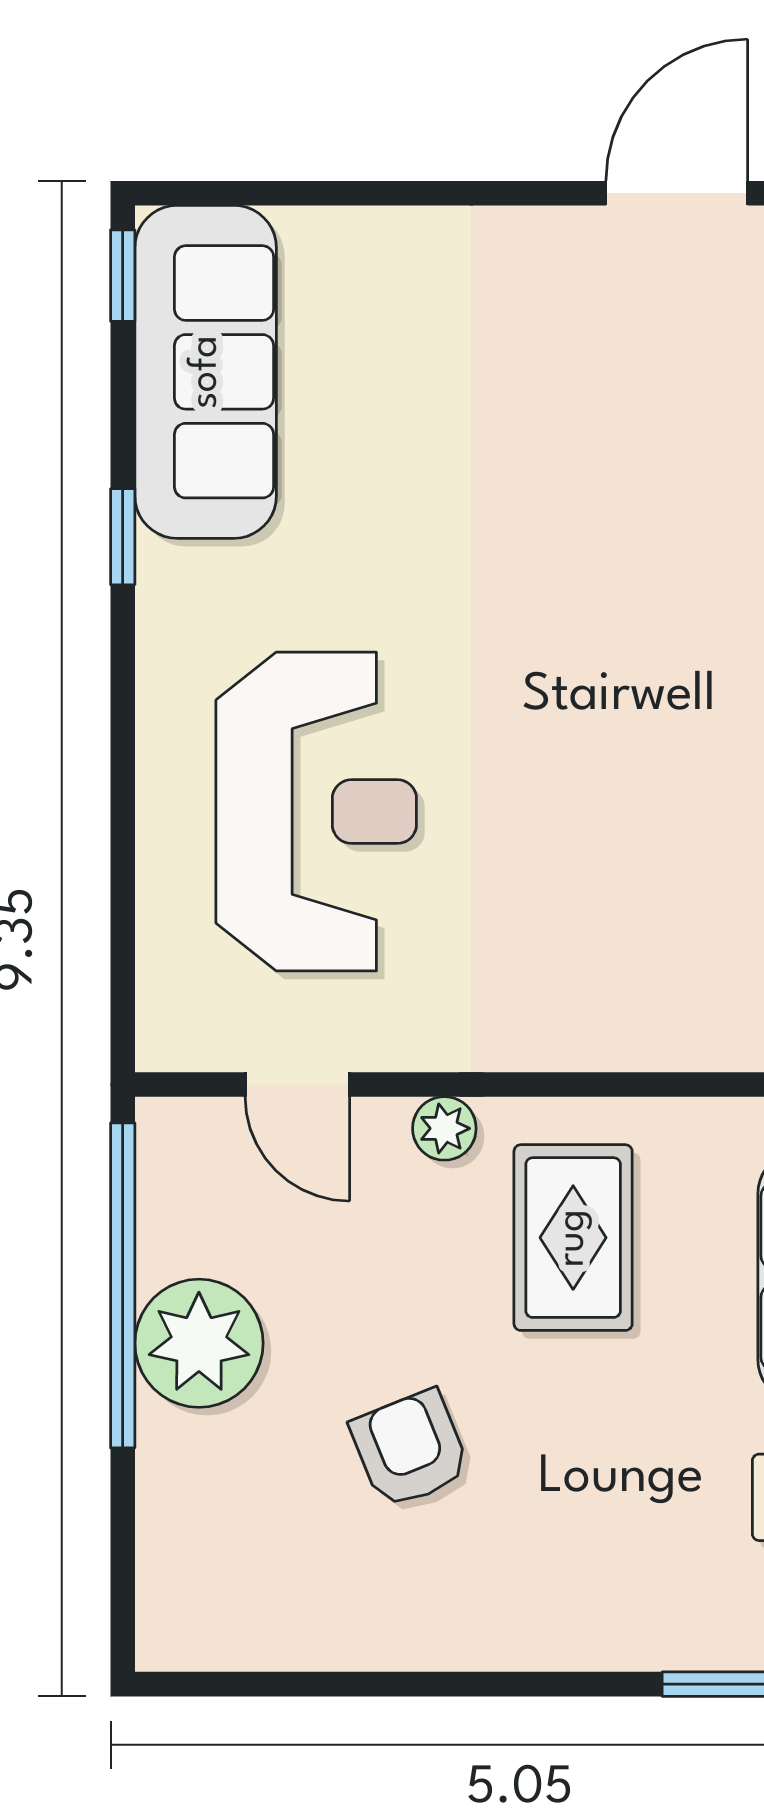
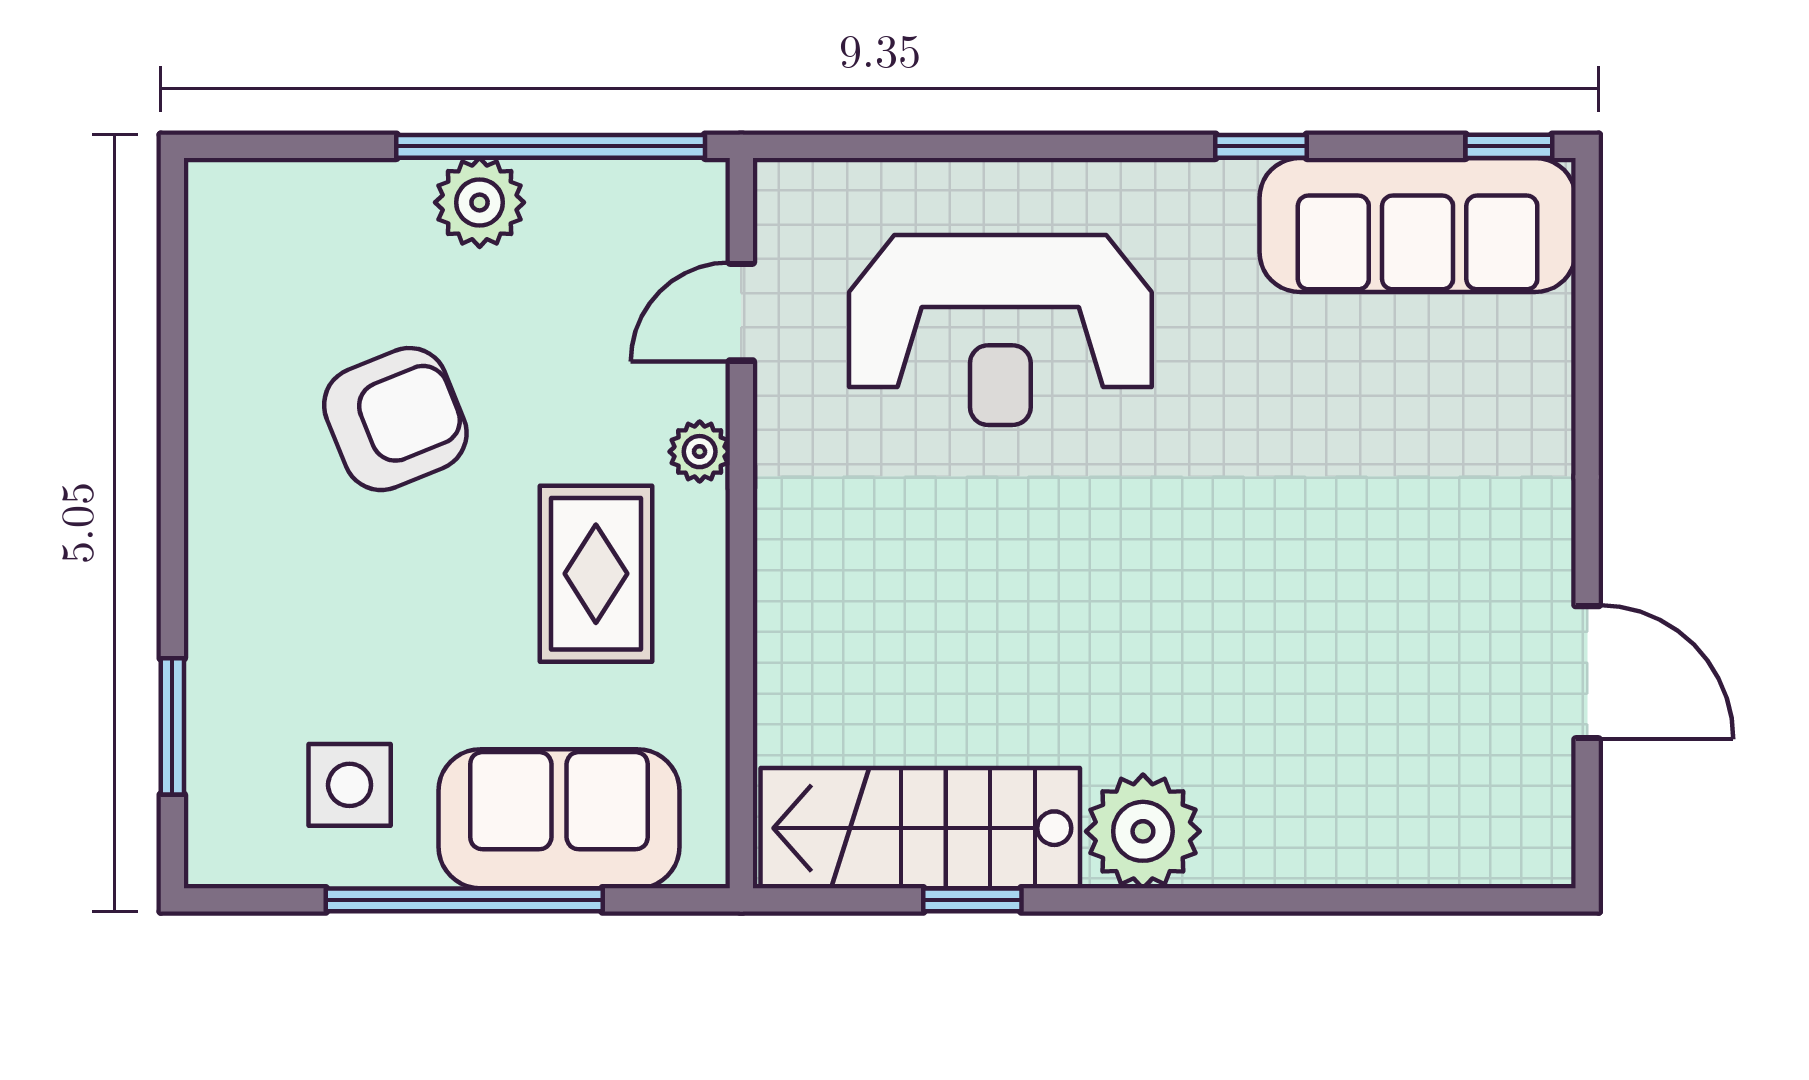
rug: (573, 1238) -> (596, 574), turned 90
plant: (199, 1343) -> (480, 202), width x0.73, depth x0.73
armchair: (410, 1449) -> (395, 419), width x1.38, depth x1.38

